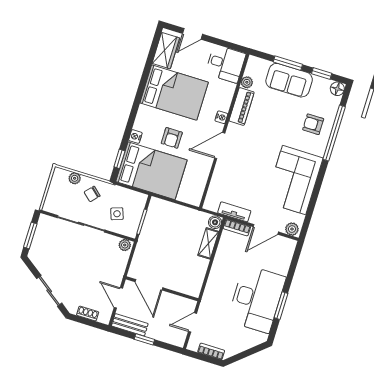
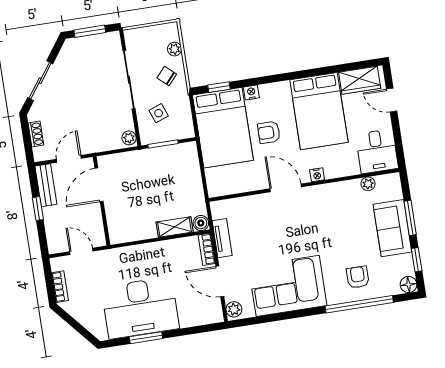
piano: (242, 106) -> (339, 191), removed

